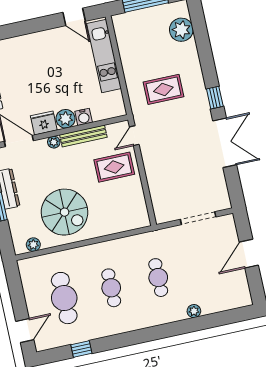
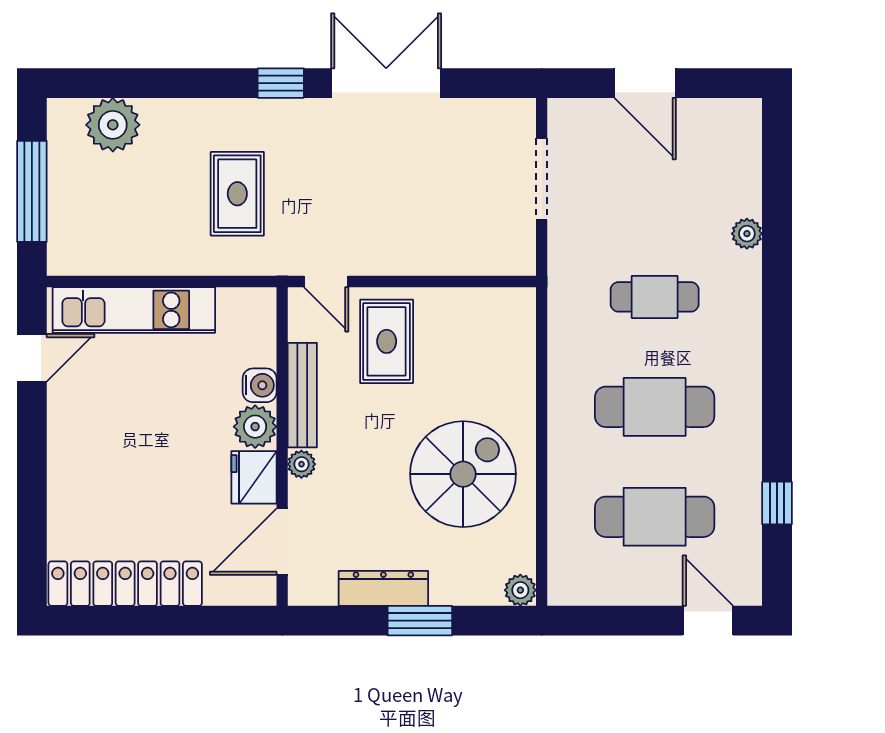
plant: (33, 245) -> (520, 590), moved
cafe table: (111, 288) -> (655, 407), width x1.37, depth x1.35

